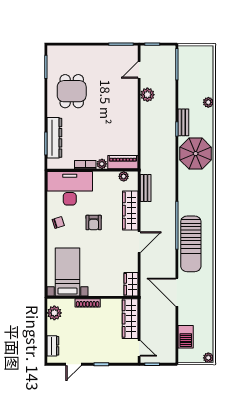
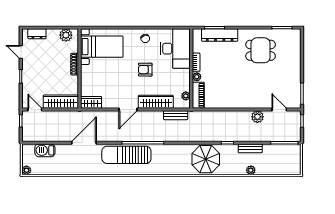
bench: (183, 122) -> (250, 148), moved
door: (139, 242) -> (128, 110), hinge flipped
door: (139, 348) -> (35, 110), swing flipped

